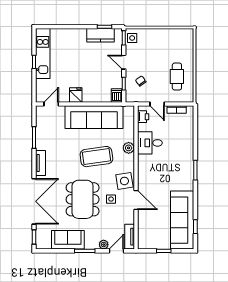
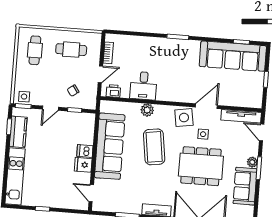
cafe table: (174, 44) -> (35, 50), added
kitchen unit: (43, 54) -> (15, 176), moved, turned 90
dishwasher: (117, 96) -> (85, 151), moved
tv unit: (130, 237) -> (241, 116), width x1.41
plant: (104, 245) -> (252, 162), moved

